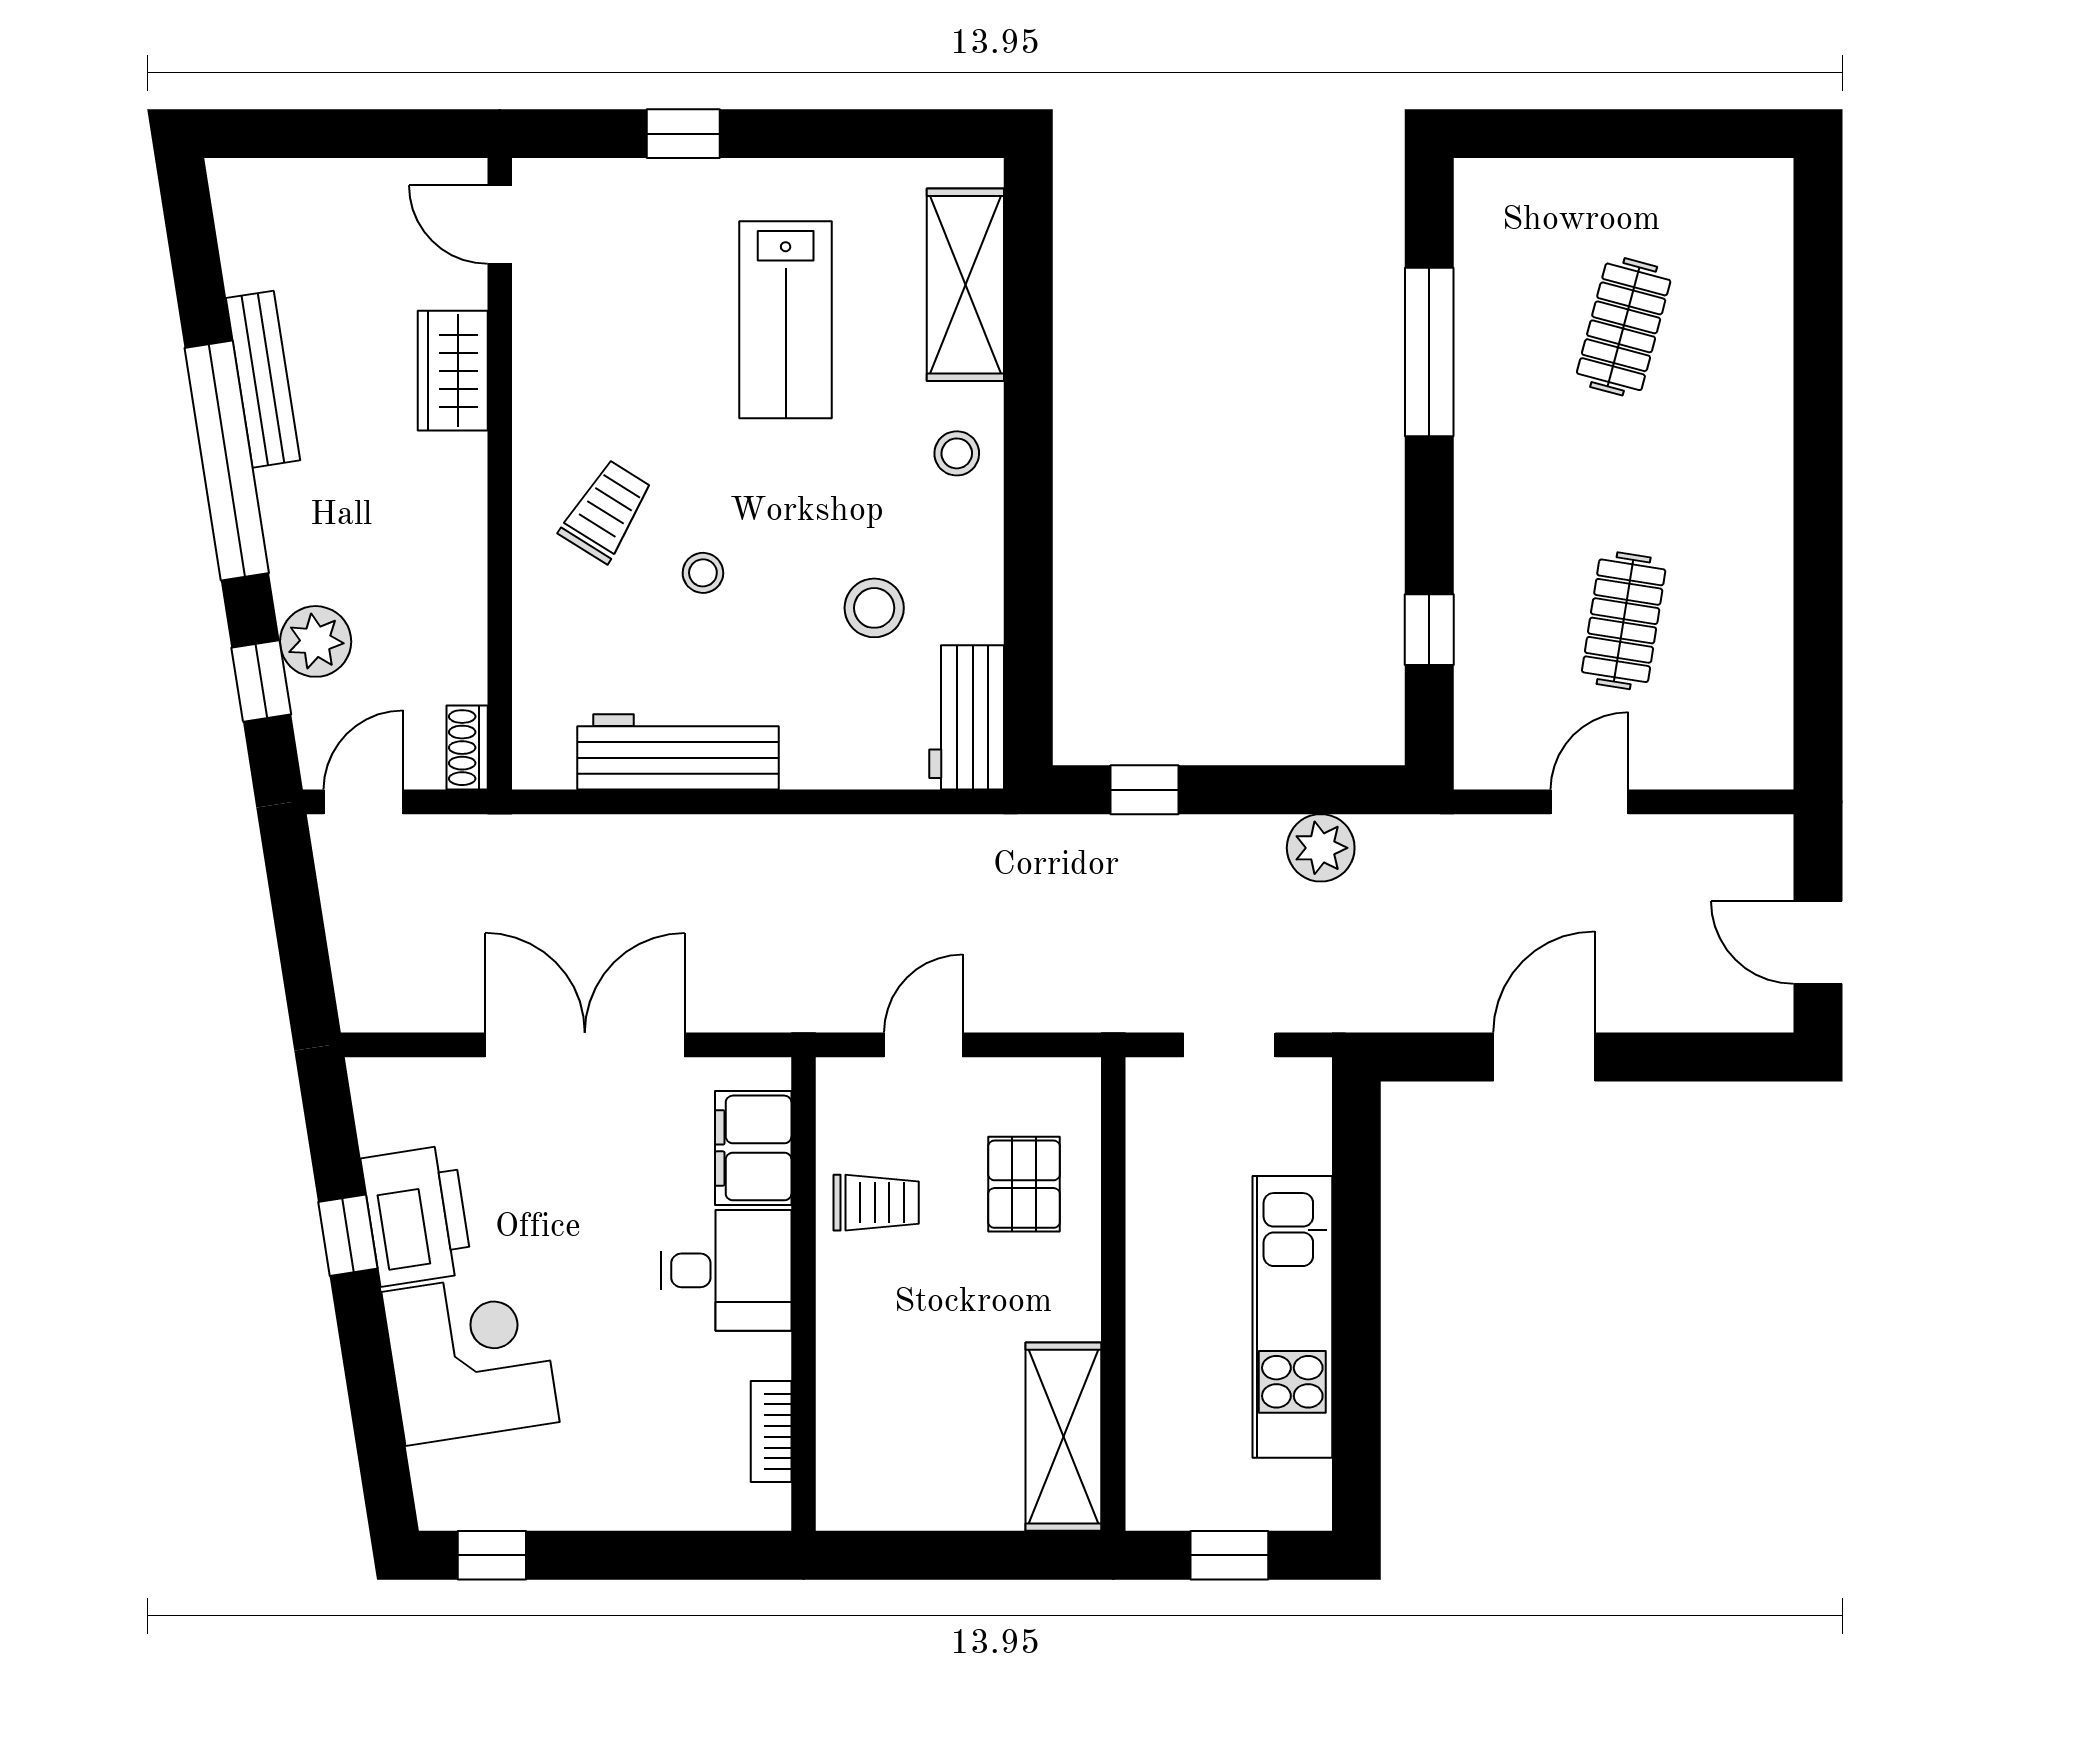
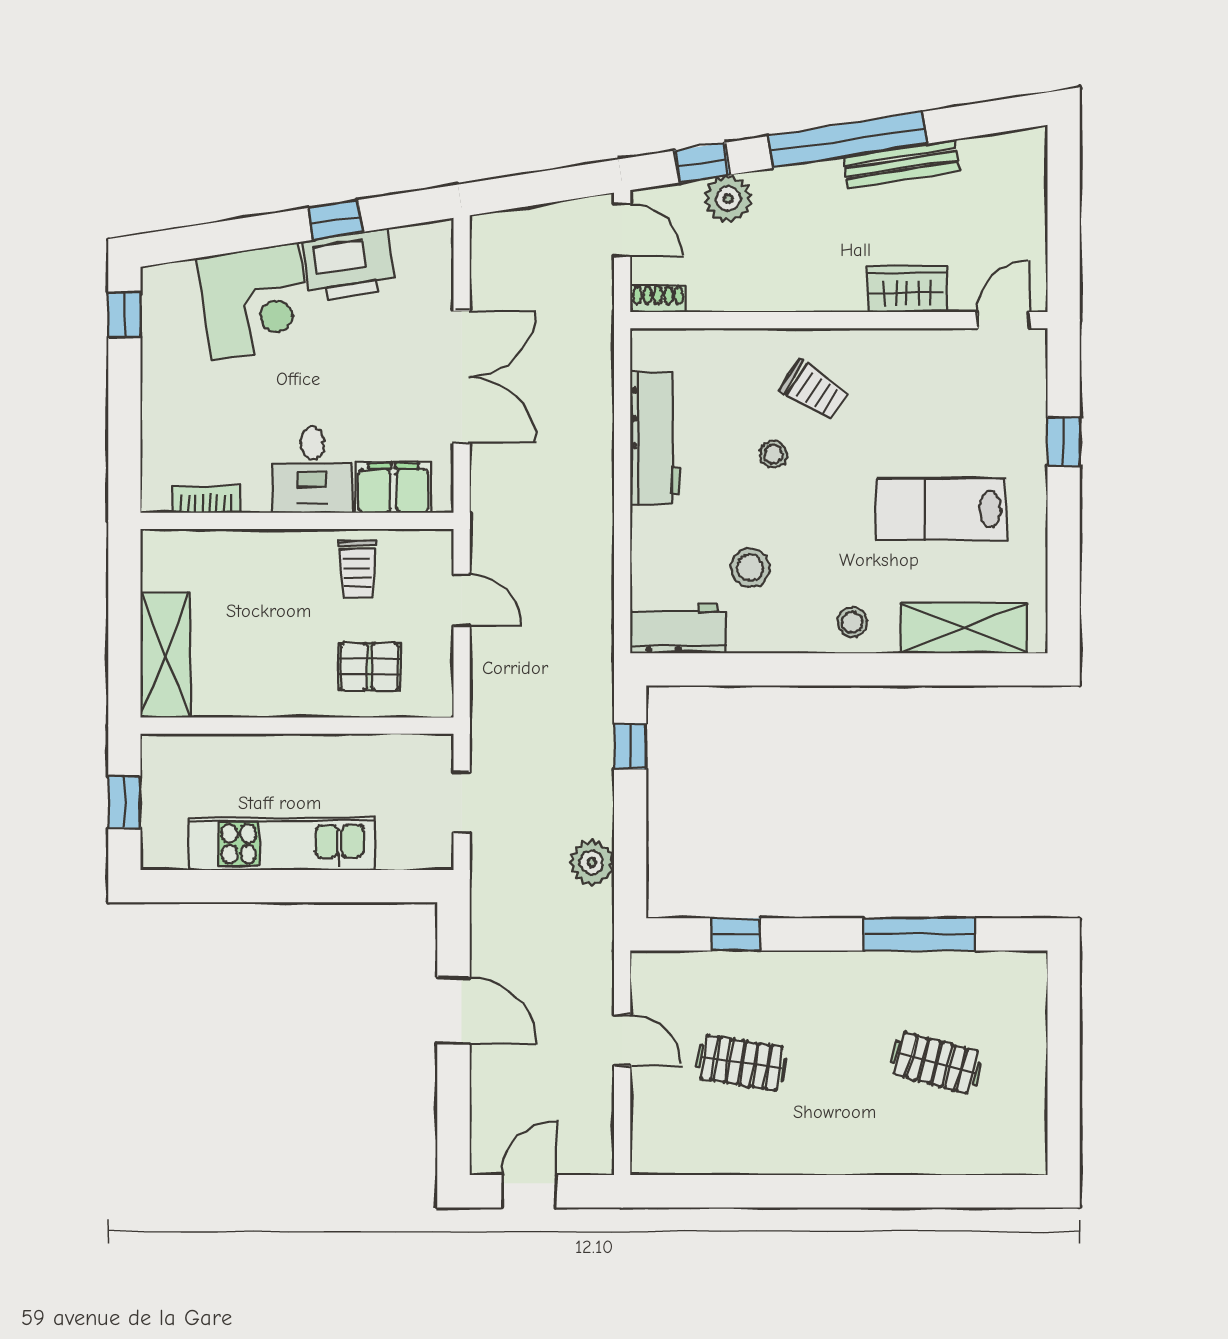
shelving: (1063, 1437) -> (165, 655), moved, turned 90

